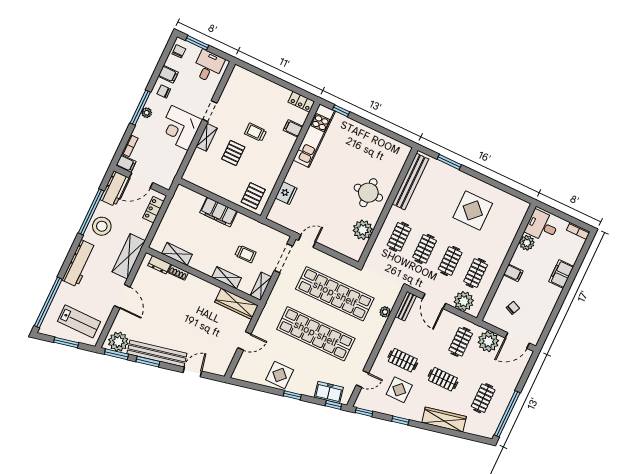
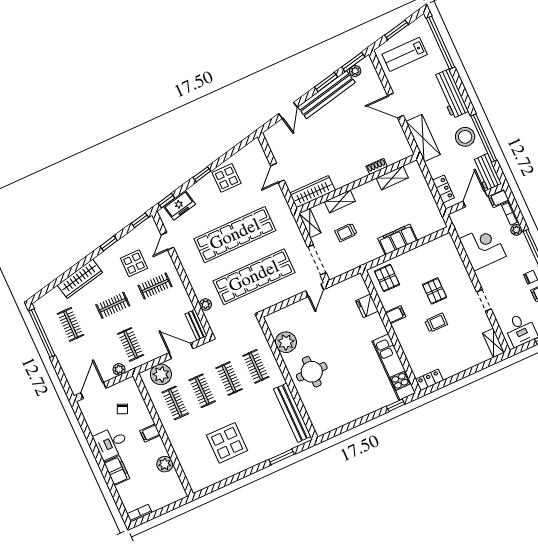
plant: (147, 113) -> (516, 230), moved
corner desk: (180, 128) -> (483, 248), moved
filing cabinet: (293, 128) -> (395, 315), moved
shelving: (207, 137) -> (493, 343), moved
desk: (542, 226) -> (111, 443), moved, turned 180
dresser: (159, 265) -> (396, 157), removed
plant: (488, 341) -> (119, 369), width x0.53, depth x0.53
plant: (118, 342) -> (355, 71), width x0.53, depth x0.53

